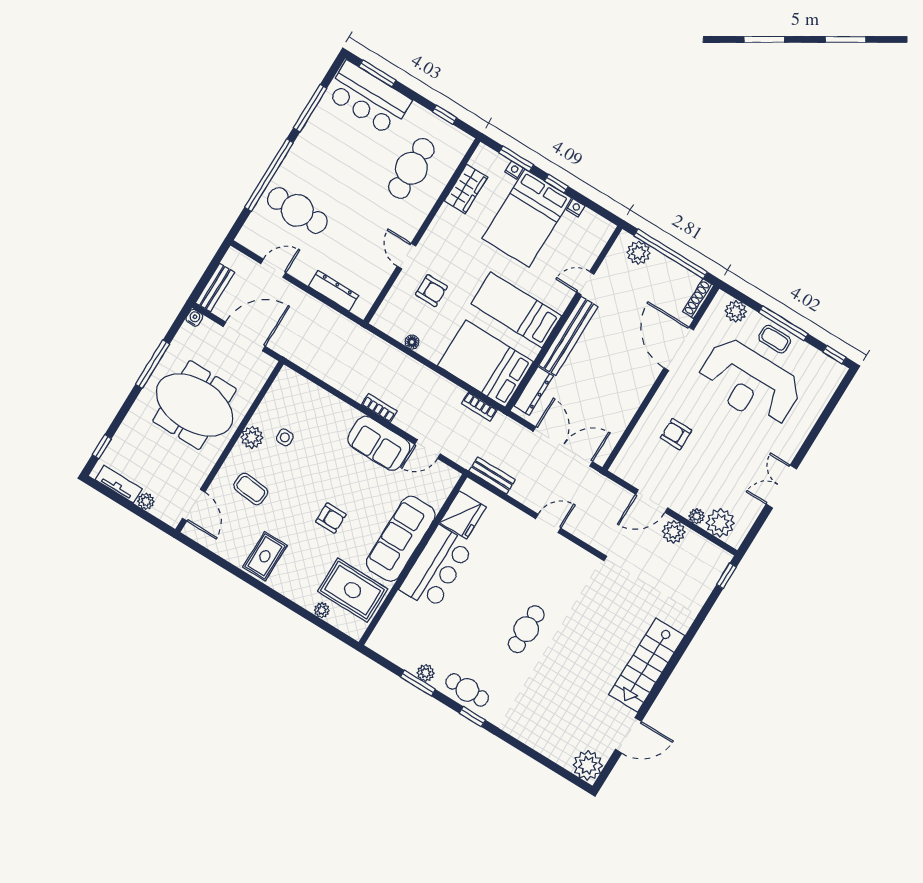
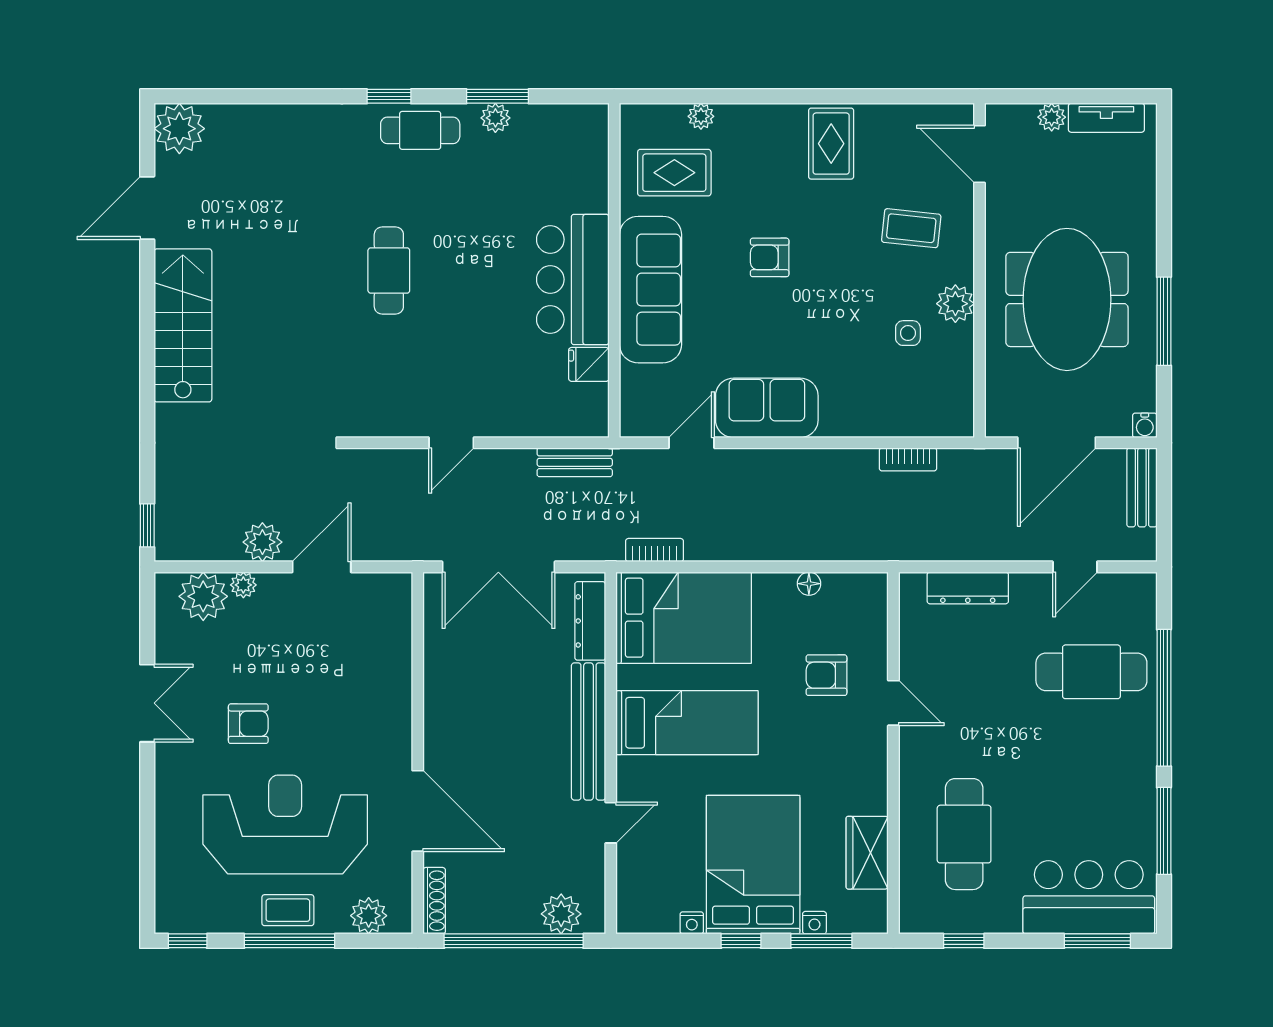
meeting table: (195, 405) -> (1067, 299), turned 90
bookcase: (379, 408) -> (908, 459), moved
armchair: (676, 434) -> (248, 724), moved
window: (102, 447) -> (1164, 157), removed
fridge: (463, 515) -> (589, 364), width x0.53, depth x0.75
rug: (353, 590) -> (674, 173), width x0.73, depth x0.70

